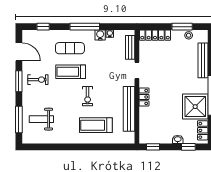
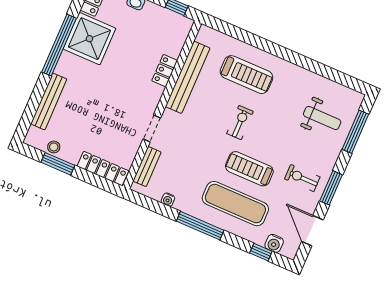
water cooler: (100, 35) -> (274, 243), moved
exercise mat: (70, 48) -> (235, 204), width x1.36, depth x1.45
treadmill: (71, 72) -> (249, 169), turned 180
locker: (144, 97) -> (165, 71), moved

